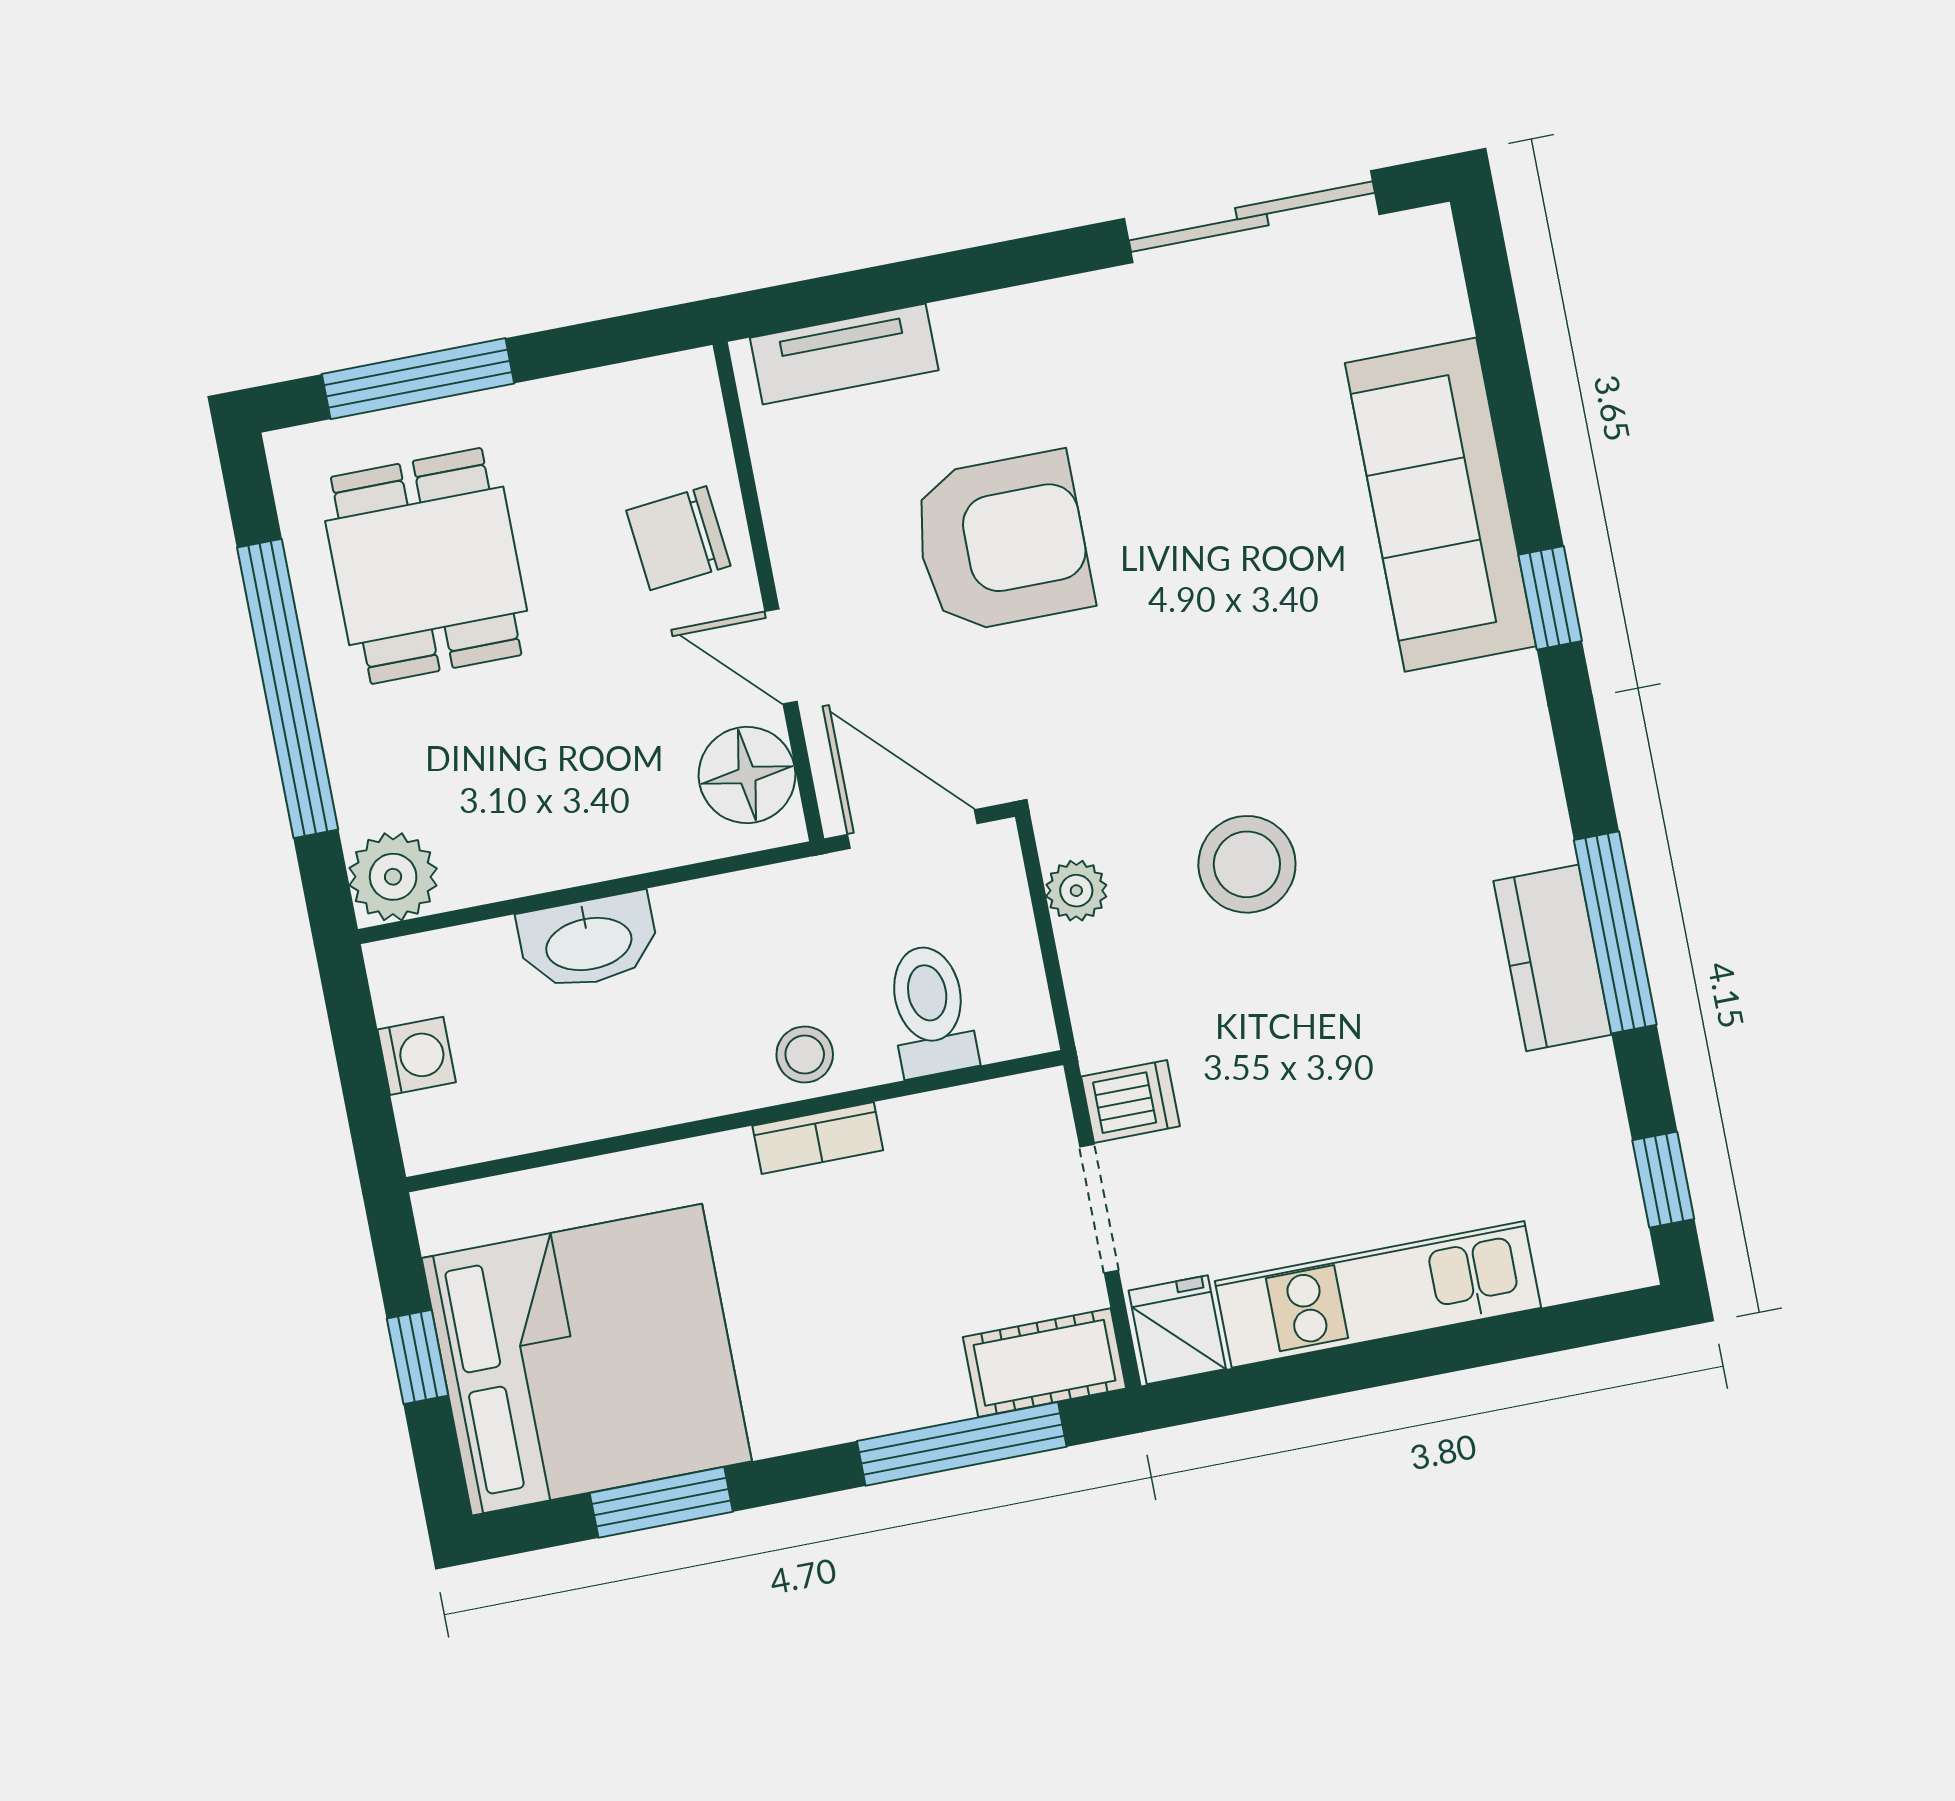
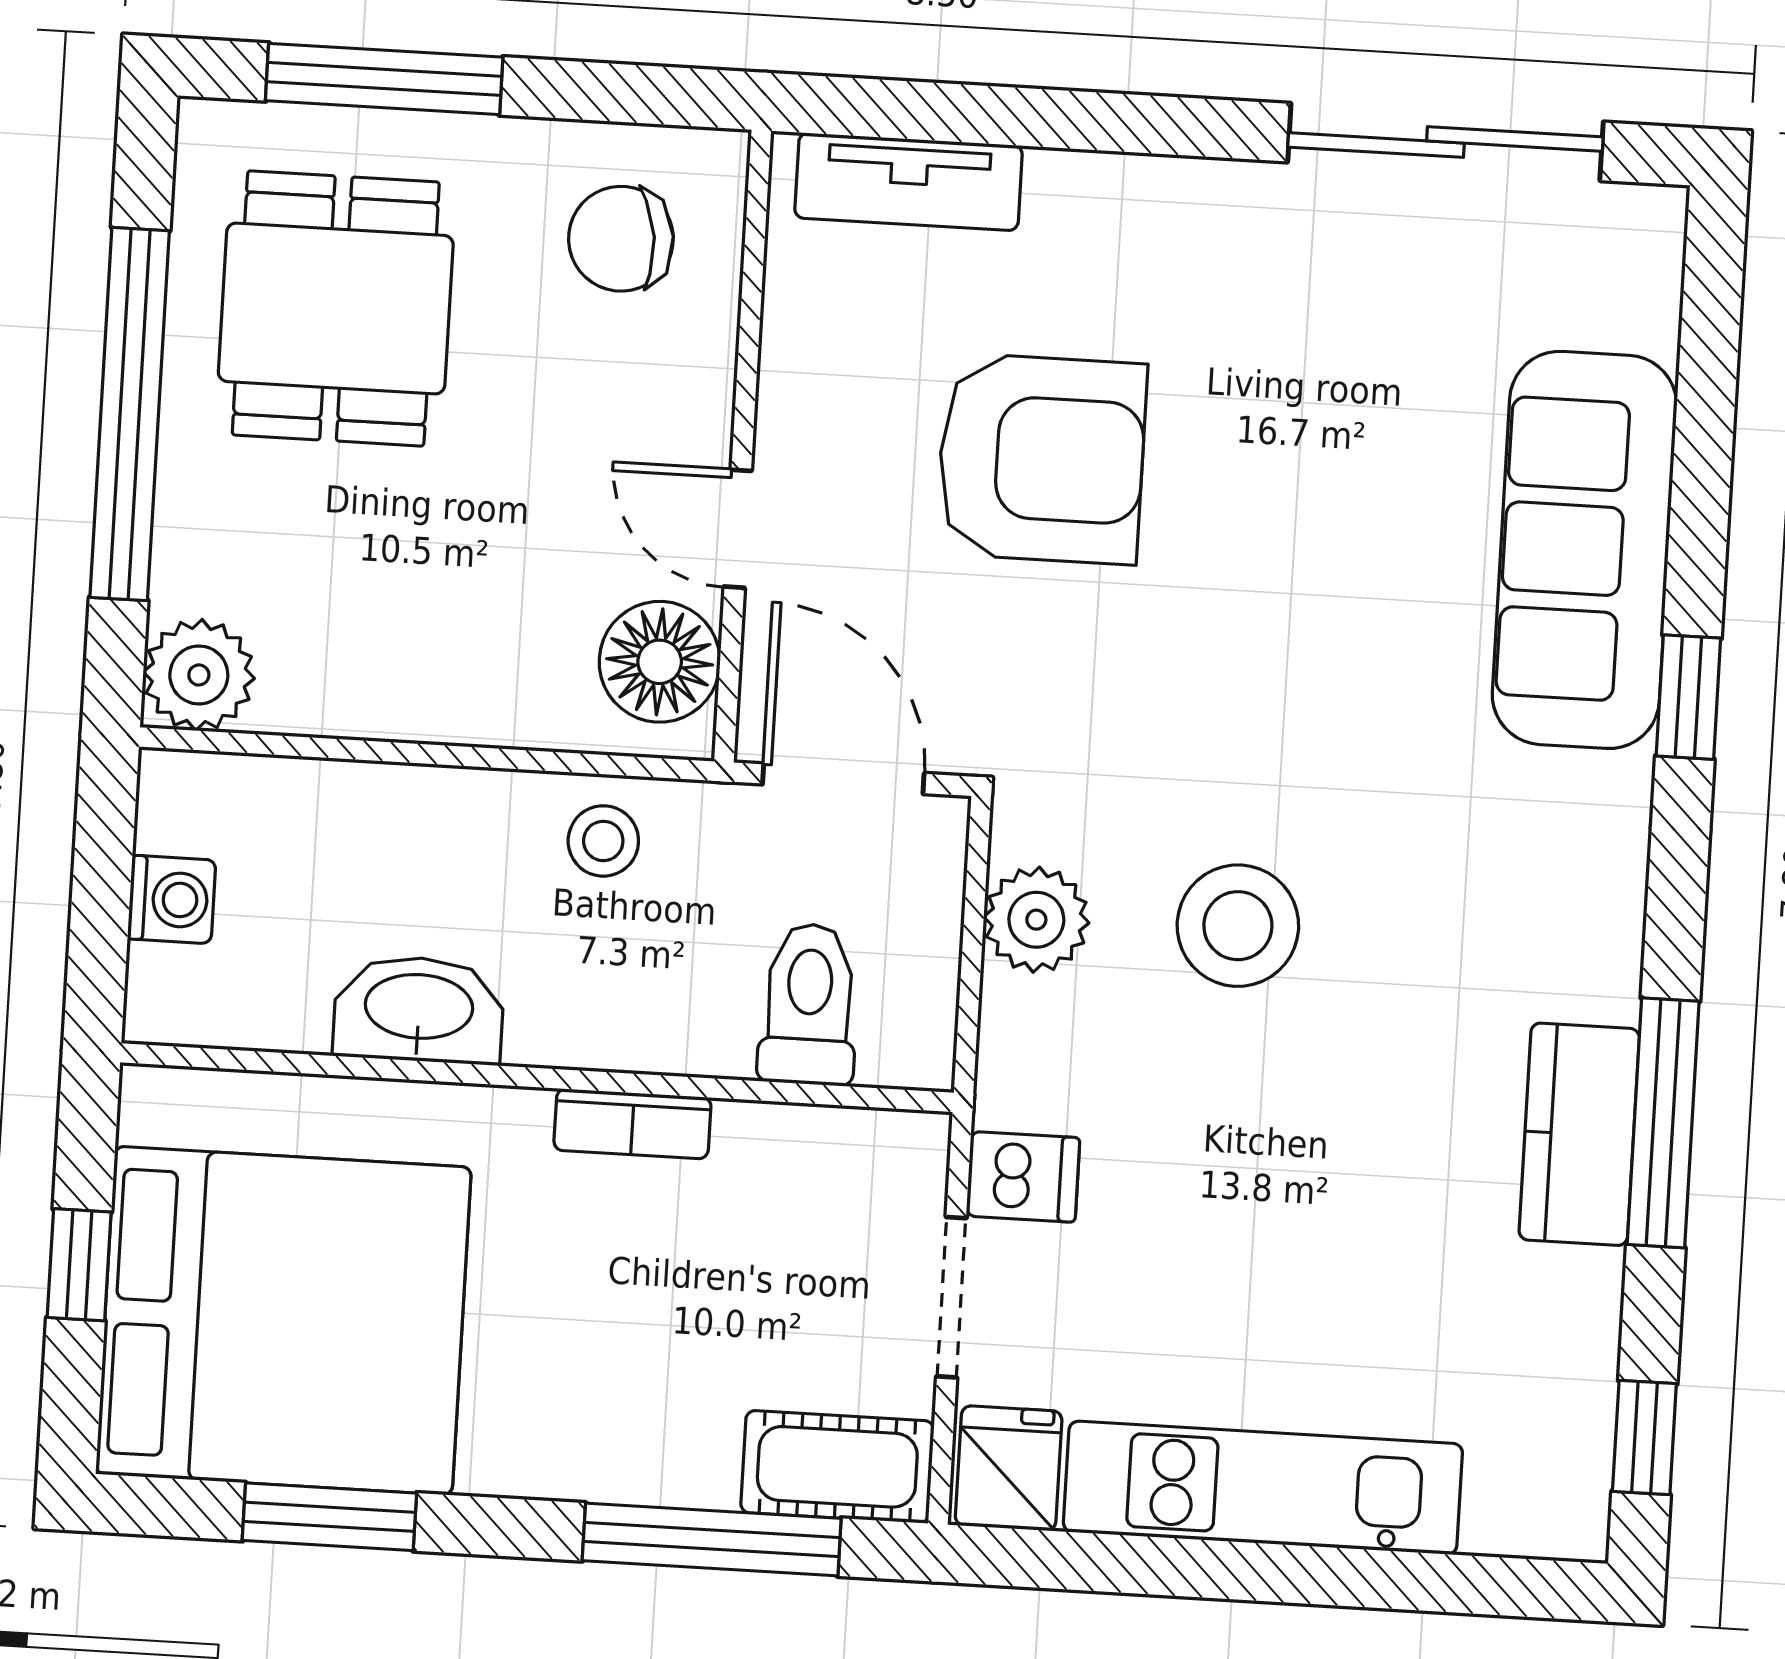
chair: (678, 538) -> (621, 239), moved
plant: (1076, 891) -> (1036, 920), width x1.38, depth x1.38
washbasin: (588, 942) -> (419, 1010), moved, turned 180
stool: (805, 1055) -> (603, 841), moved

